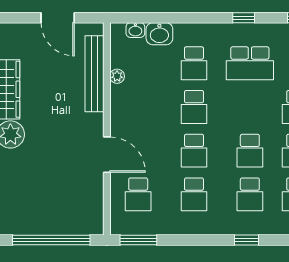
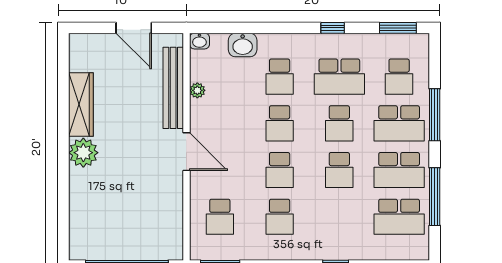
washbasin: (135, 30) -> (199, 41), moved
door: (107, 155) -> (186, 152), moved
school desk: (250, 194) -> (339, 123), moved

